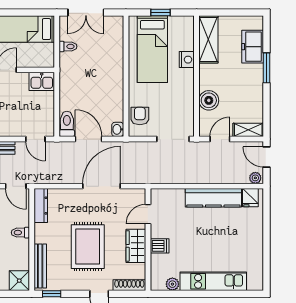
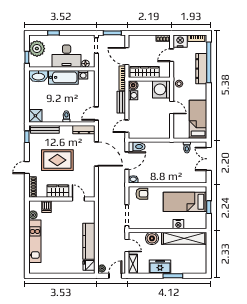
shelving: (208, 39) -> (184, 238), width x1.47
freezer: (253, 47) -> (160, 267), moved
kitchen sink: (42, 81) -> (164, 130), removed
door: (102, 186) -> (96, 154), moved
dishwasher: (160, 246) -> (46, 207), moved

